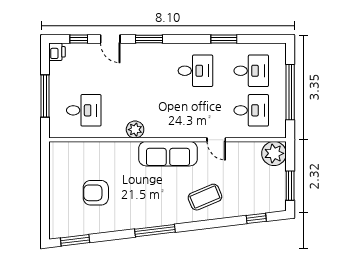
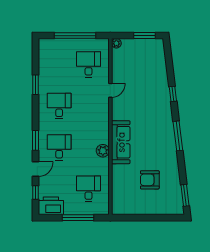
printer: (57, 52) -> (51, 206), width x1.87, depth x1.48
desk: (251, 71) -> (59, 147), moved
plant: (274, 153) -> (116, 43), width x0.53, depth x0.53
sofa: (168, 154) -> (121, 142), moved
armchair: (96, 193) -> (150, 180), turned 90
coffee table: (205, 197) -> (153, 99), removed
window: (256, 218) -> (173, 94), moved

